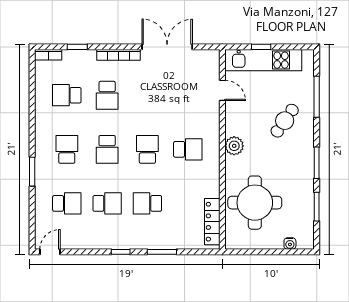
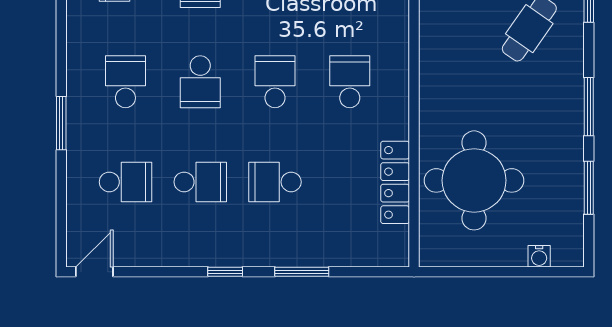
plant: (234, 146) -> (436, 75), removed
school desk: (188, 149) -> (350, 82), turned -90
locker: (212, 222) -> (395, 182), moved

